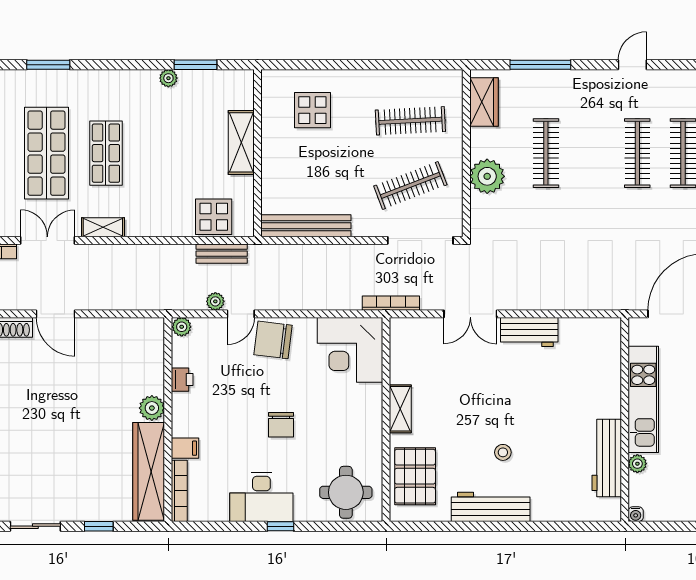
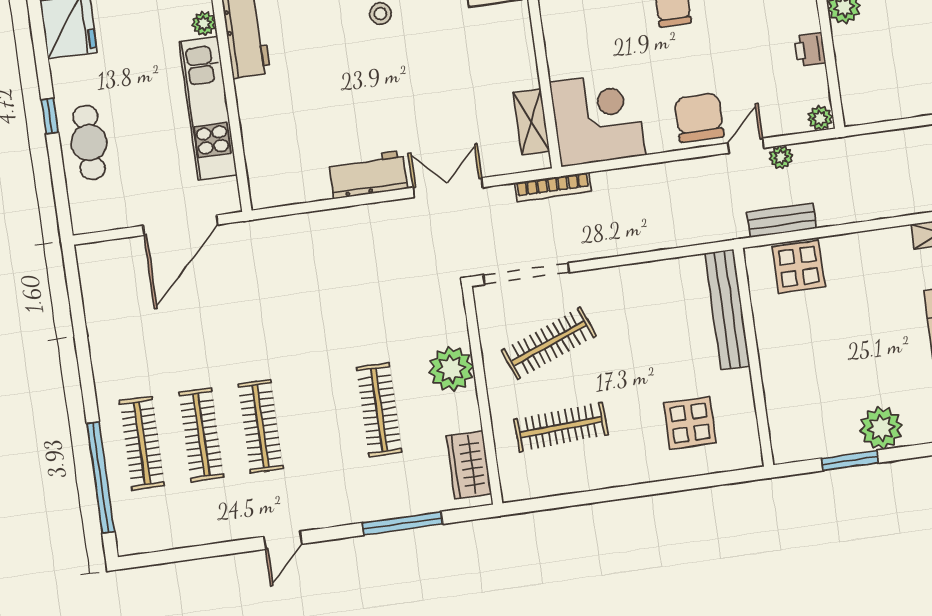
plant: (168, 78) -> (881, 428), width x1.88, depth x1.88
shelving: (241, 142) -> (776, 368), removed
bench: (306, 226) -> (727, 310), moved, turned 90
chair: (273, 340) -> (699, 118), turned -97
shelving: (400, 409) -> (531, 122), moved

